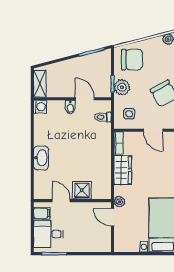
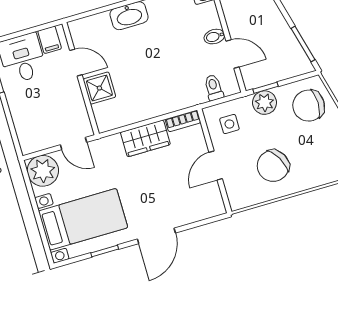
chair: (132, 60) -> (309, 106), turned 90
door: (85, 99) -> (233, 54), hinge flipped
door: (61, 201) -> (76, 63), hinge flipped
plant: (120, 202) -> (43, 171), moved, width x1.88, depth x1.88
door: (113, 217) -> (73, 143), swing flipped

